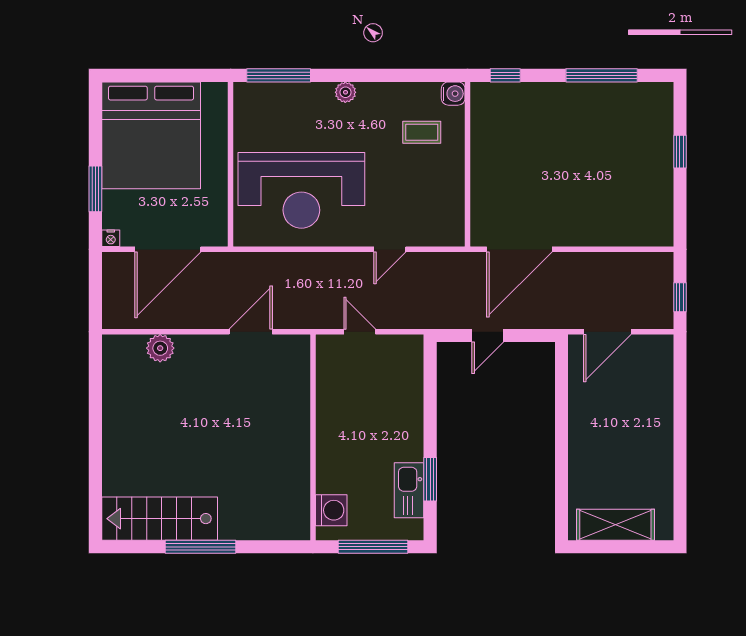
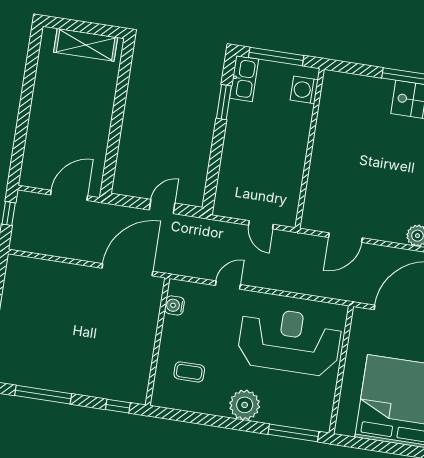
plant: (345, 92) -> (245, 405), width x1.87, depth x1.87
water cooler: (453, 94) -> (174, 305), moved
kitchen sink: (409, 490) -> (244, 79), moved

